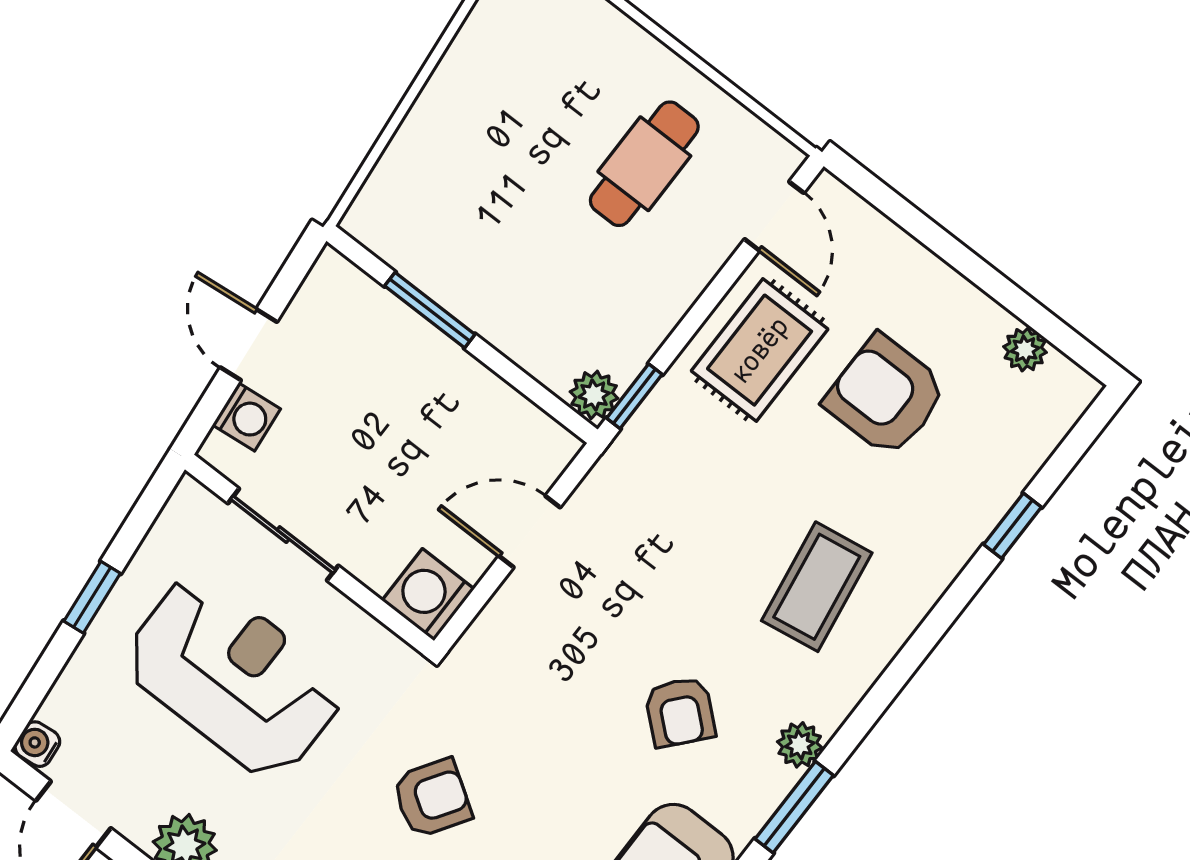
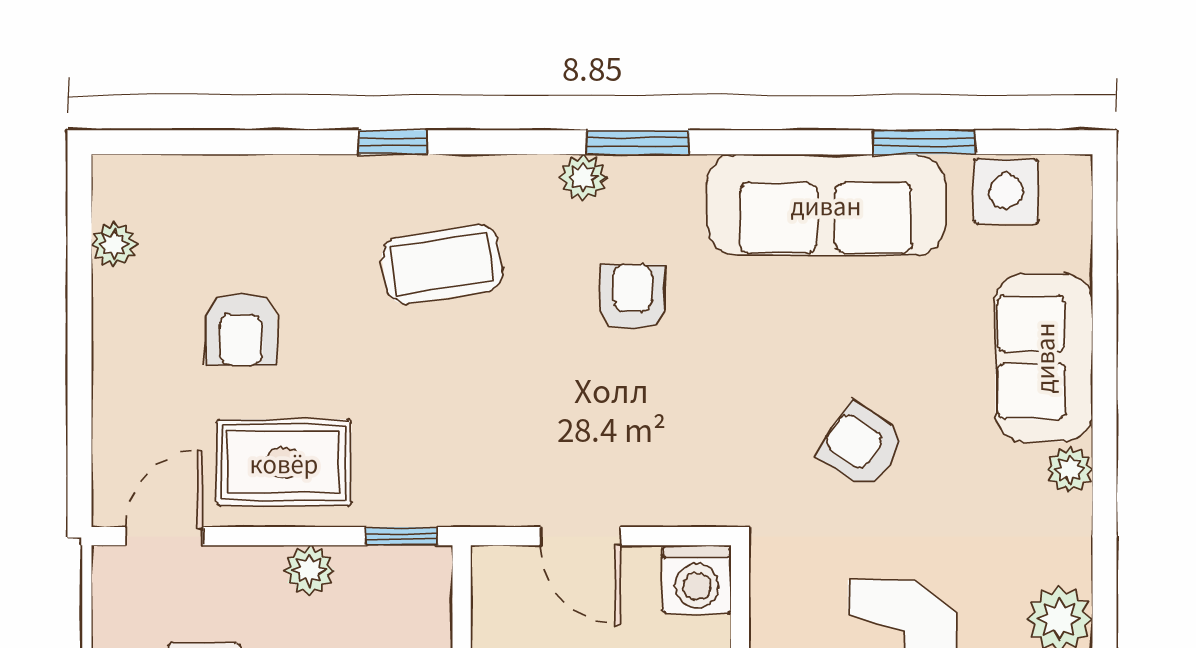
plant: (594, 395) -> (309, 570), moved
armchair: (886, 396) -> (241, 330), width x0.72, depth x0.72
window: (1012, 526) -> (393, 142), moved
armchair: (680, 712) -> (633, 297), turned -41

